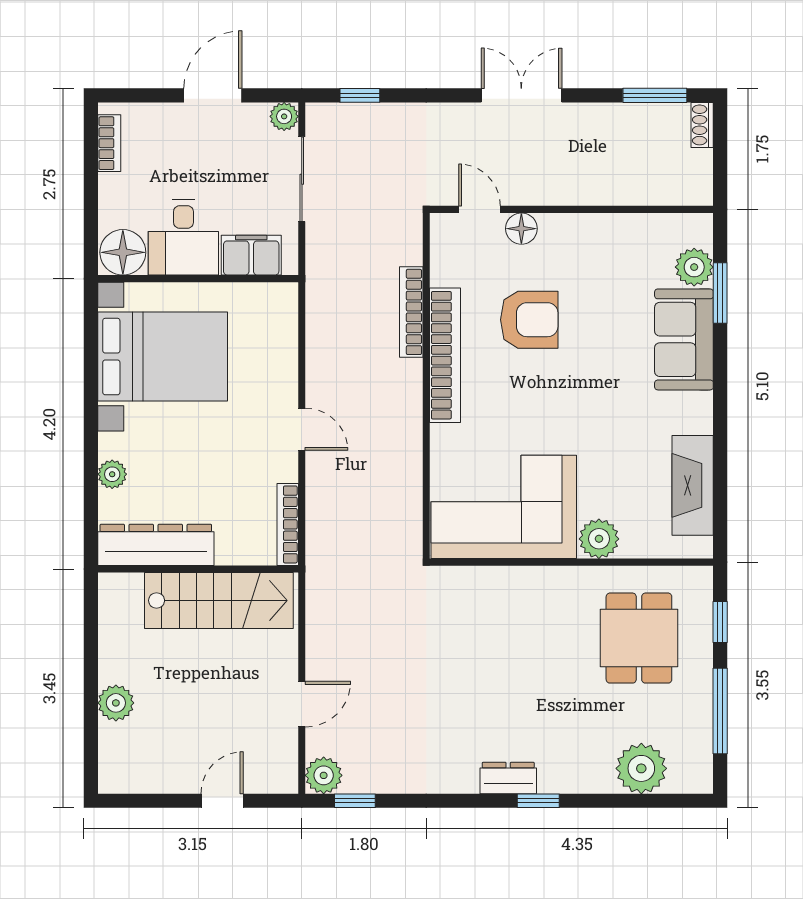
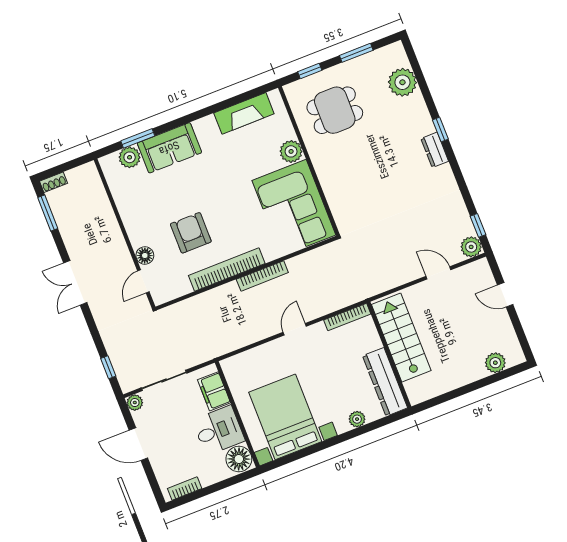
bookcase: (411, 312) -> (262, 276), moved
plant: (116, 703) -> (495, 363), moved
window: (720, 711) -> (356, 53), width x0.69

